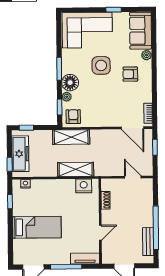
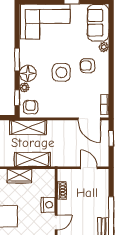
side table: (101, 65) -> (61, 72), moved
wardrobe: (63, 186) -> (19, 176), added
nightstand: (84, 186) -> (48, 205), moved, turned 90

